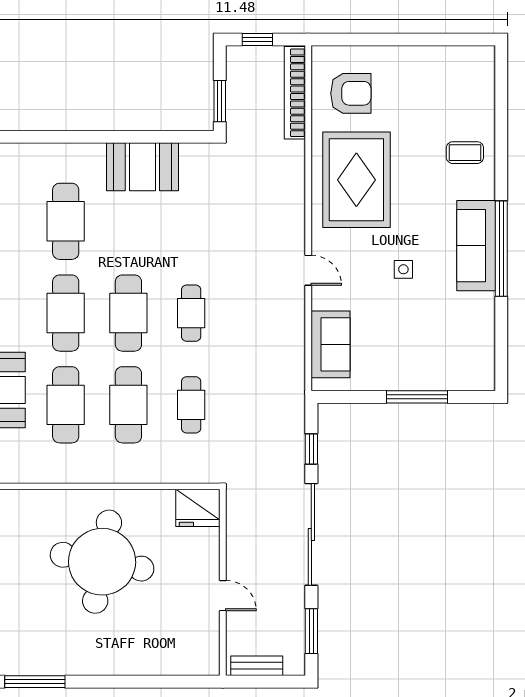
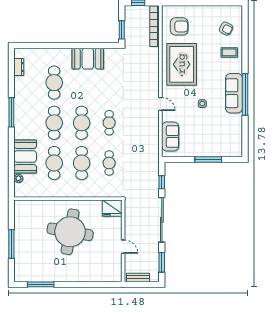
armchair: (458, 98) -> (226, 29), added

